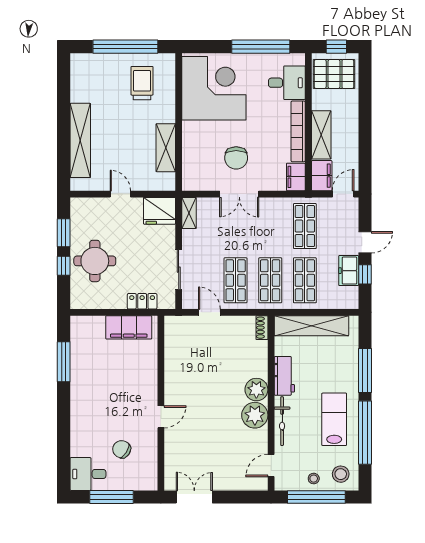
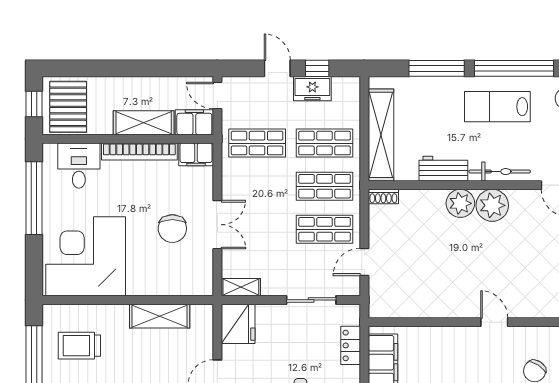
chair: (236, 158) -> (172, 229), turned 90

